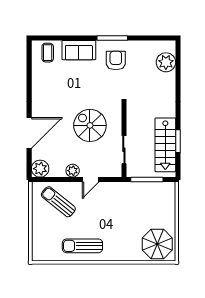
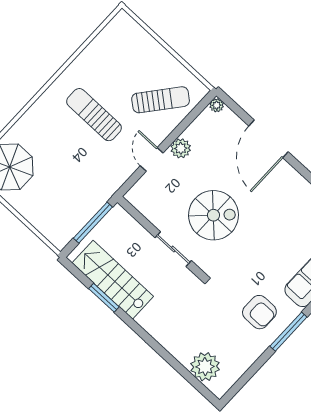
sliding door: (124, 150) -> (173, 249), moved
plant: (40, 169) -> (217, 105), width x0.53, depth x0.53
sun lounger: (82, 246) -> (94, 115), moved, turned -90

